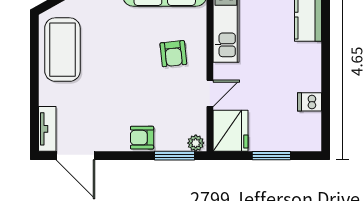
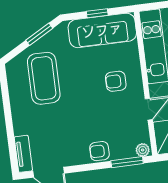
coffee table: (62, 50) -> (44, 78), moved
armchair: (173, 54) -> (116, 81), turned 96

